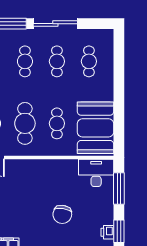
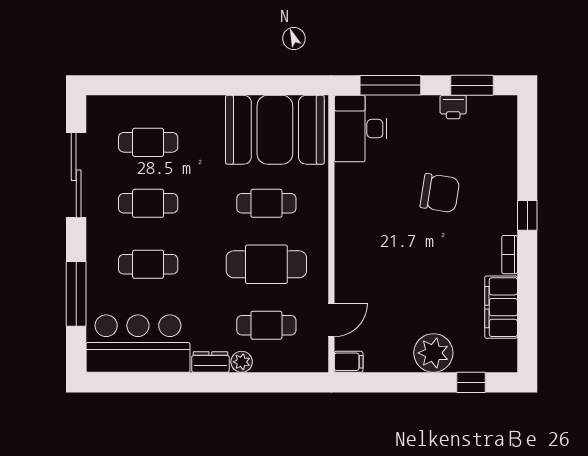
sliding door: (55, 24) -> (76, 175), moved
printer: (107, 232) -> (453, 107), moved

